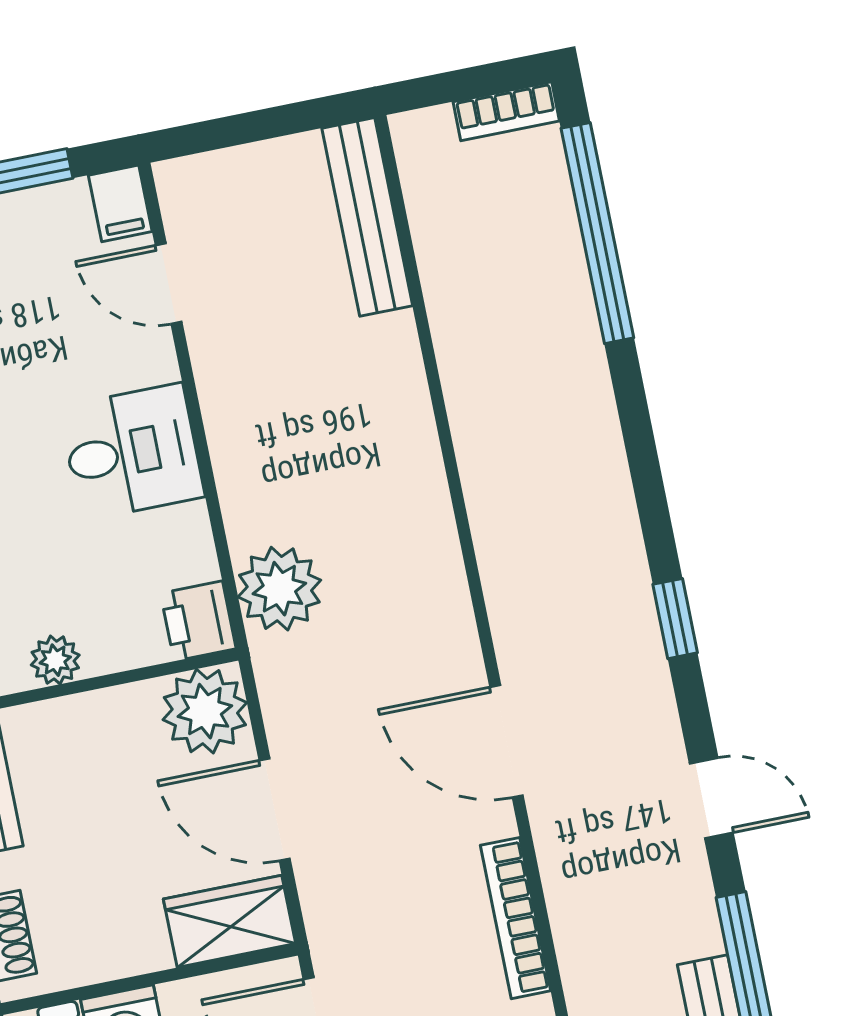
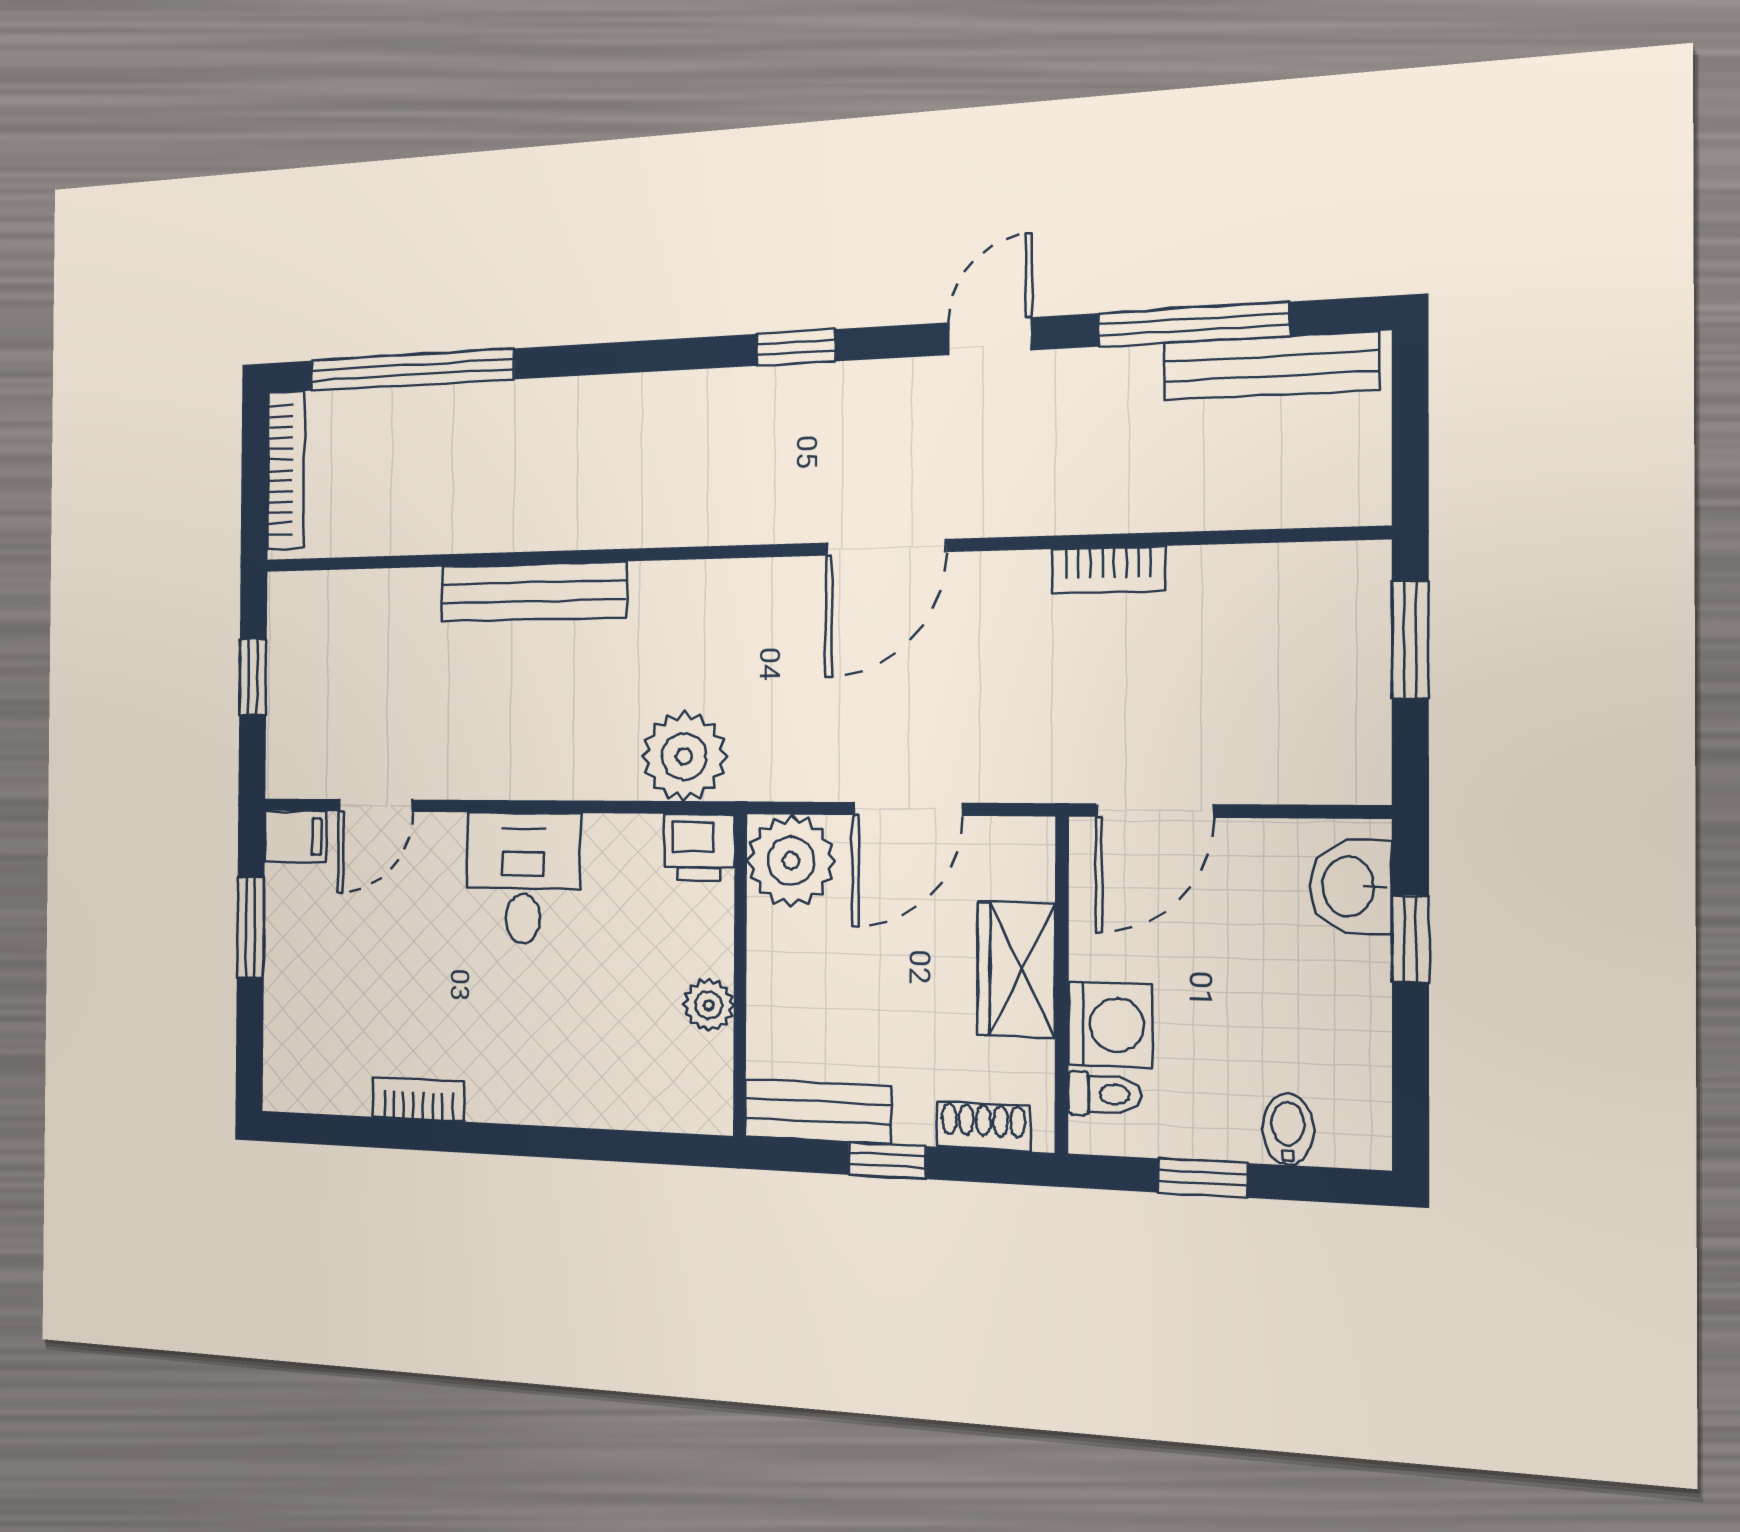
bookcase: (506, 111) -> (286, 470), width x1.56
window: (268, 124) -> (253, 677), added
bench: (367, 217) -> (533, 592), moved
bookcase: (516, 918) -> (1108, 570), width x0.64
wardrobe: (230, 921) -> (1016, 969), moved

